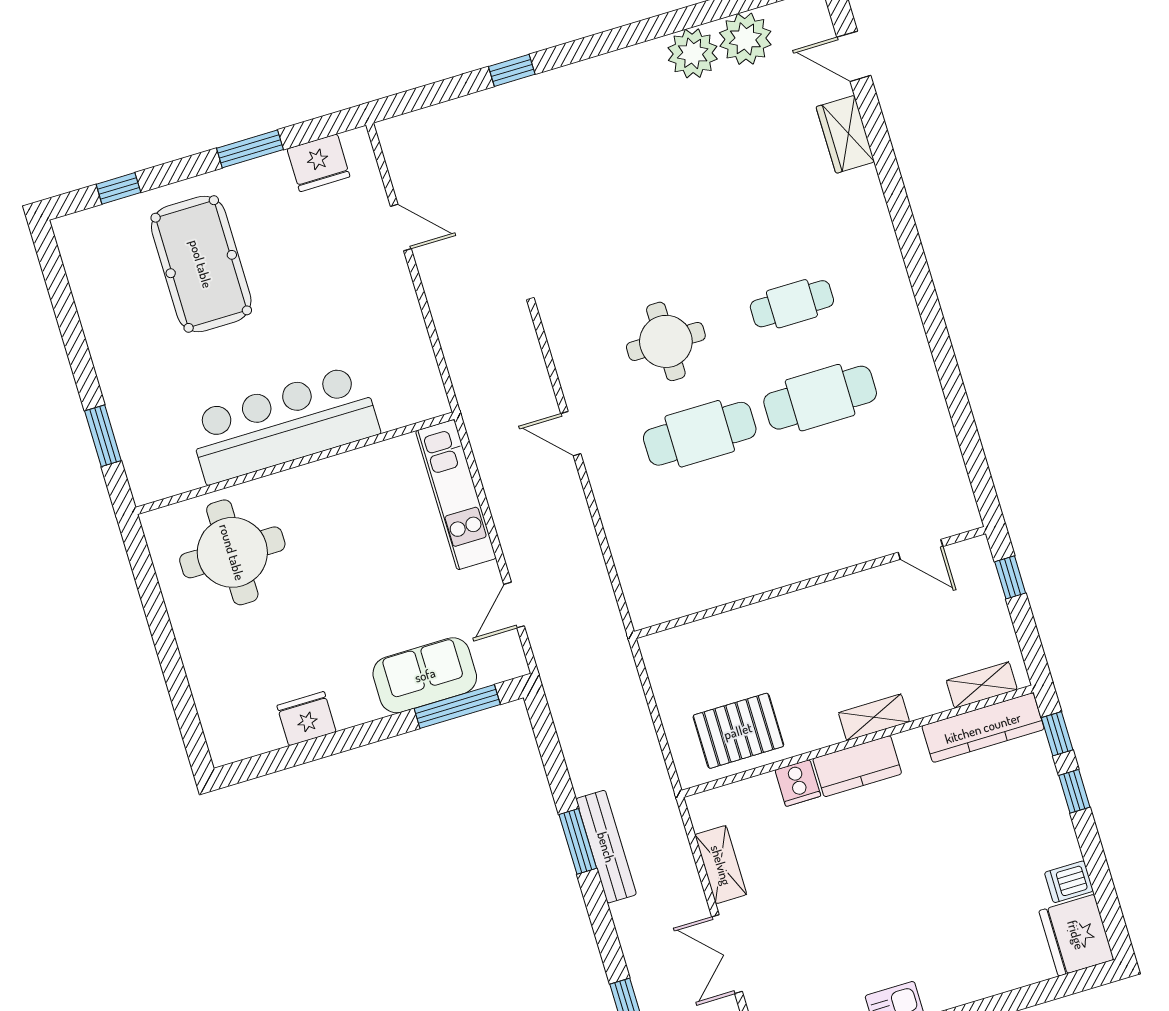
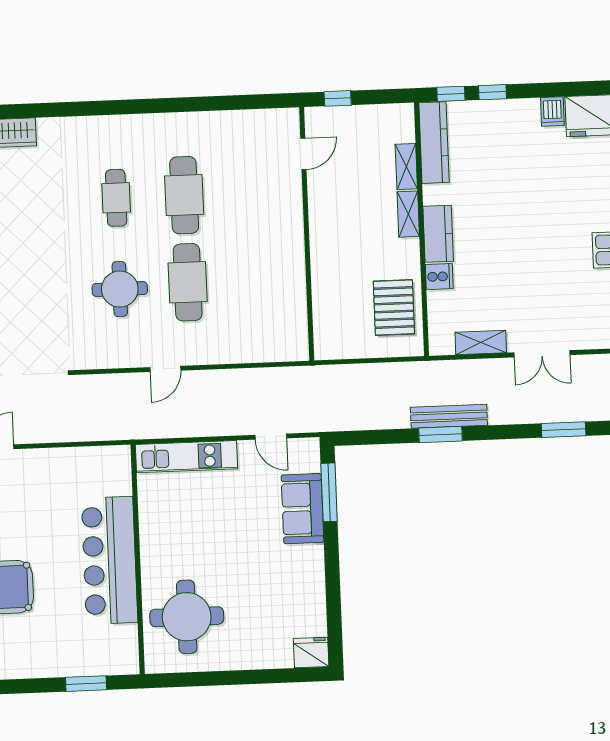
shelving: (982, 685) -> (406, 167), moved
fridge: (307, 719) -> (311, 653), moved, turned 90

